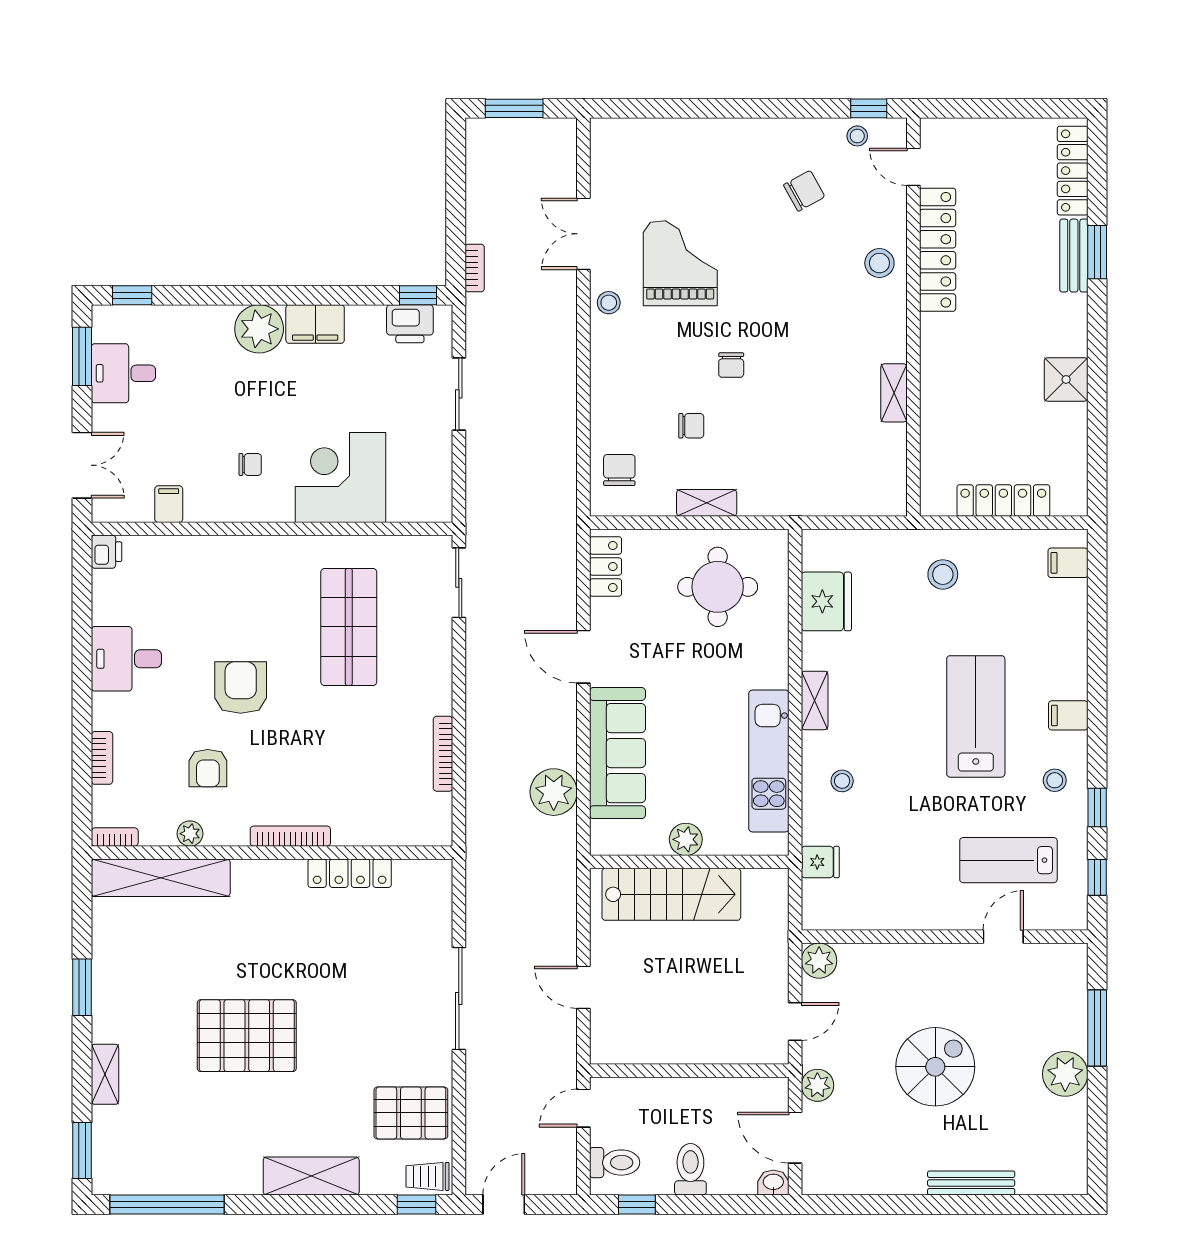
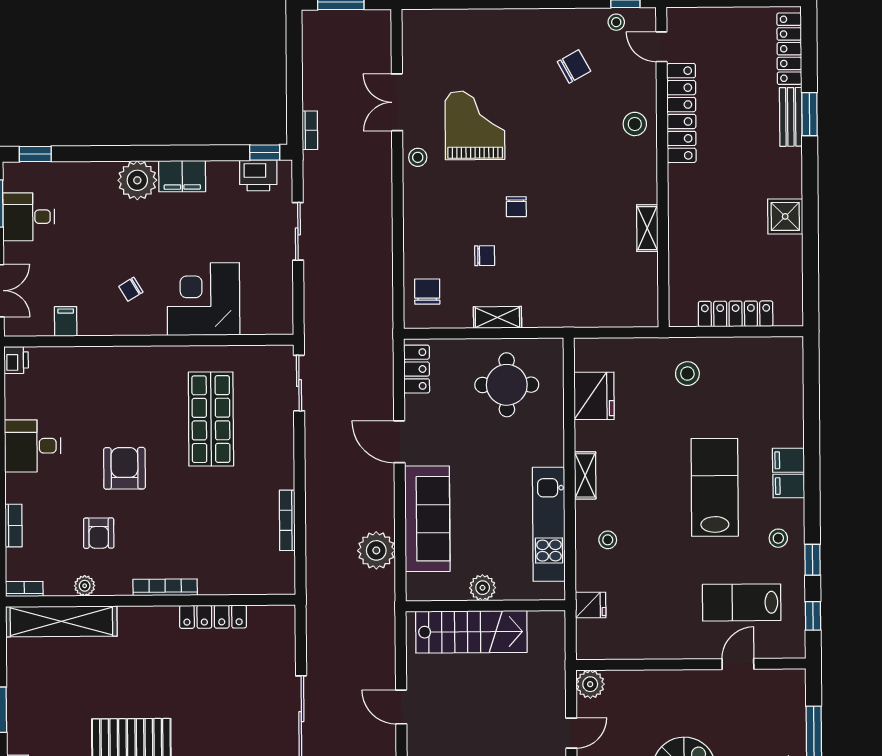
chair: (250, 464) -> (131, 289), turned 149
filing cabinet: (1068, 563) -> (788, 460), moved

